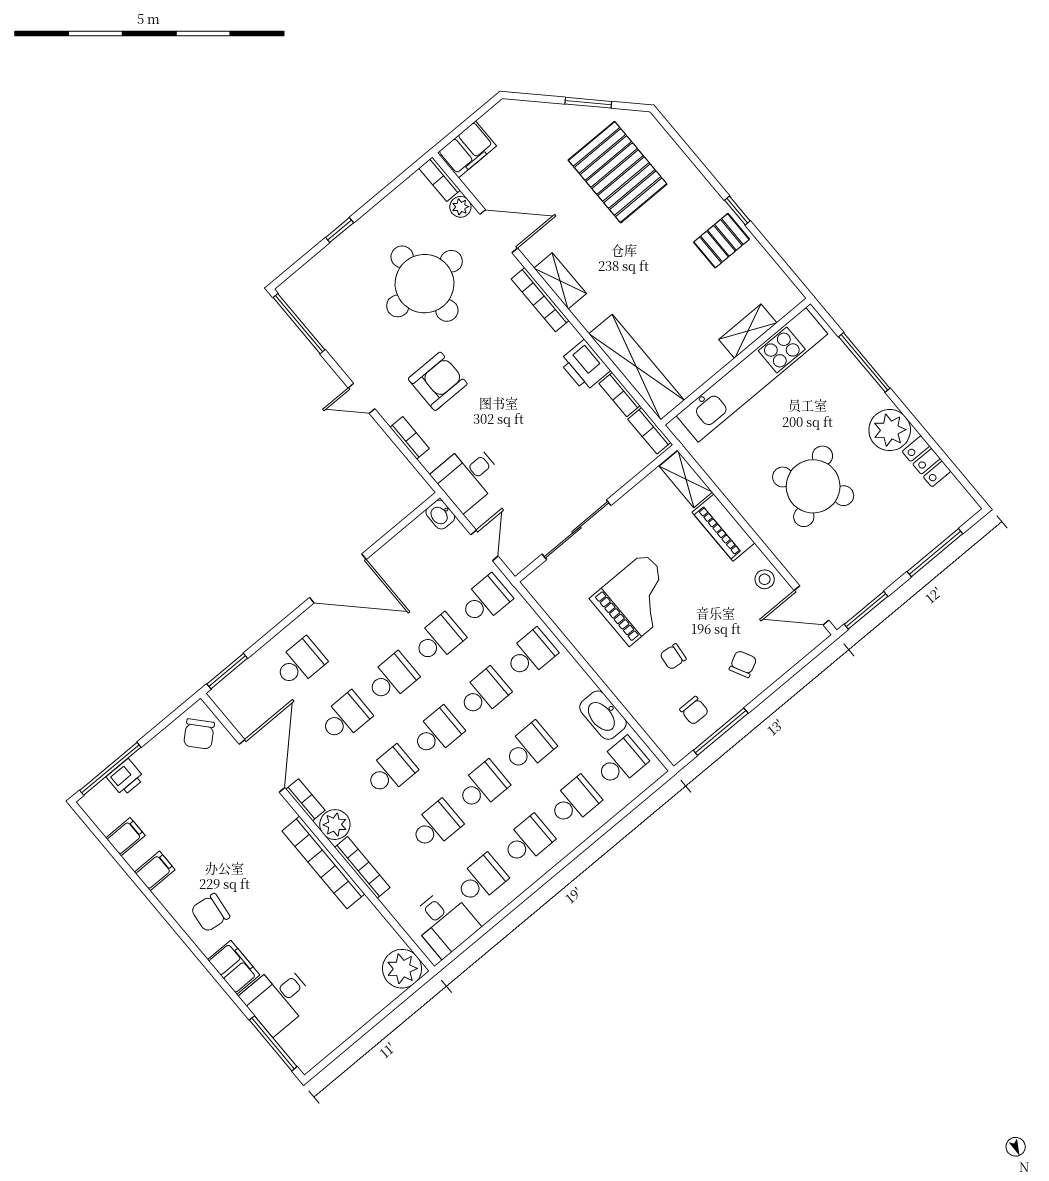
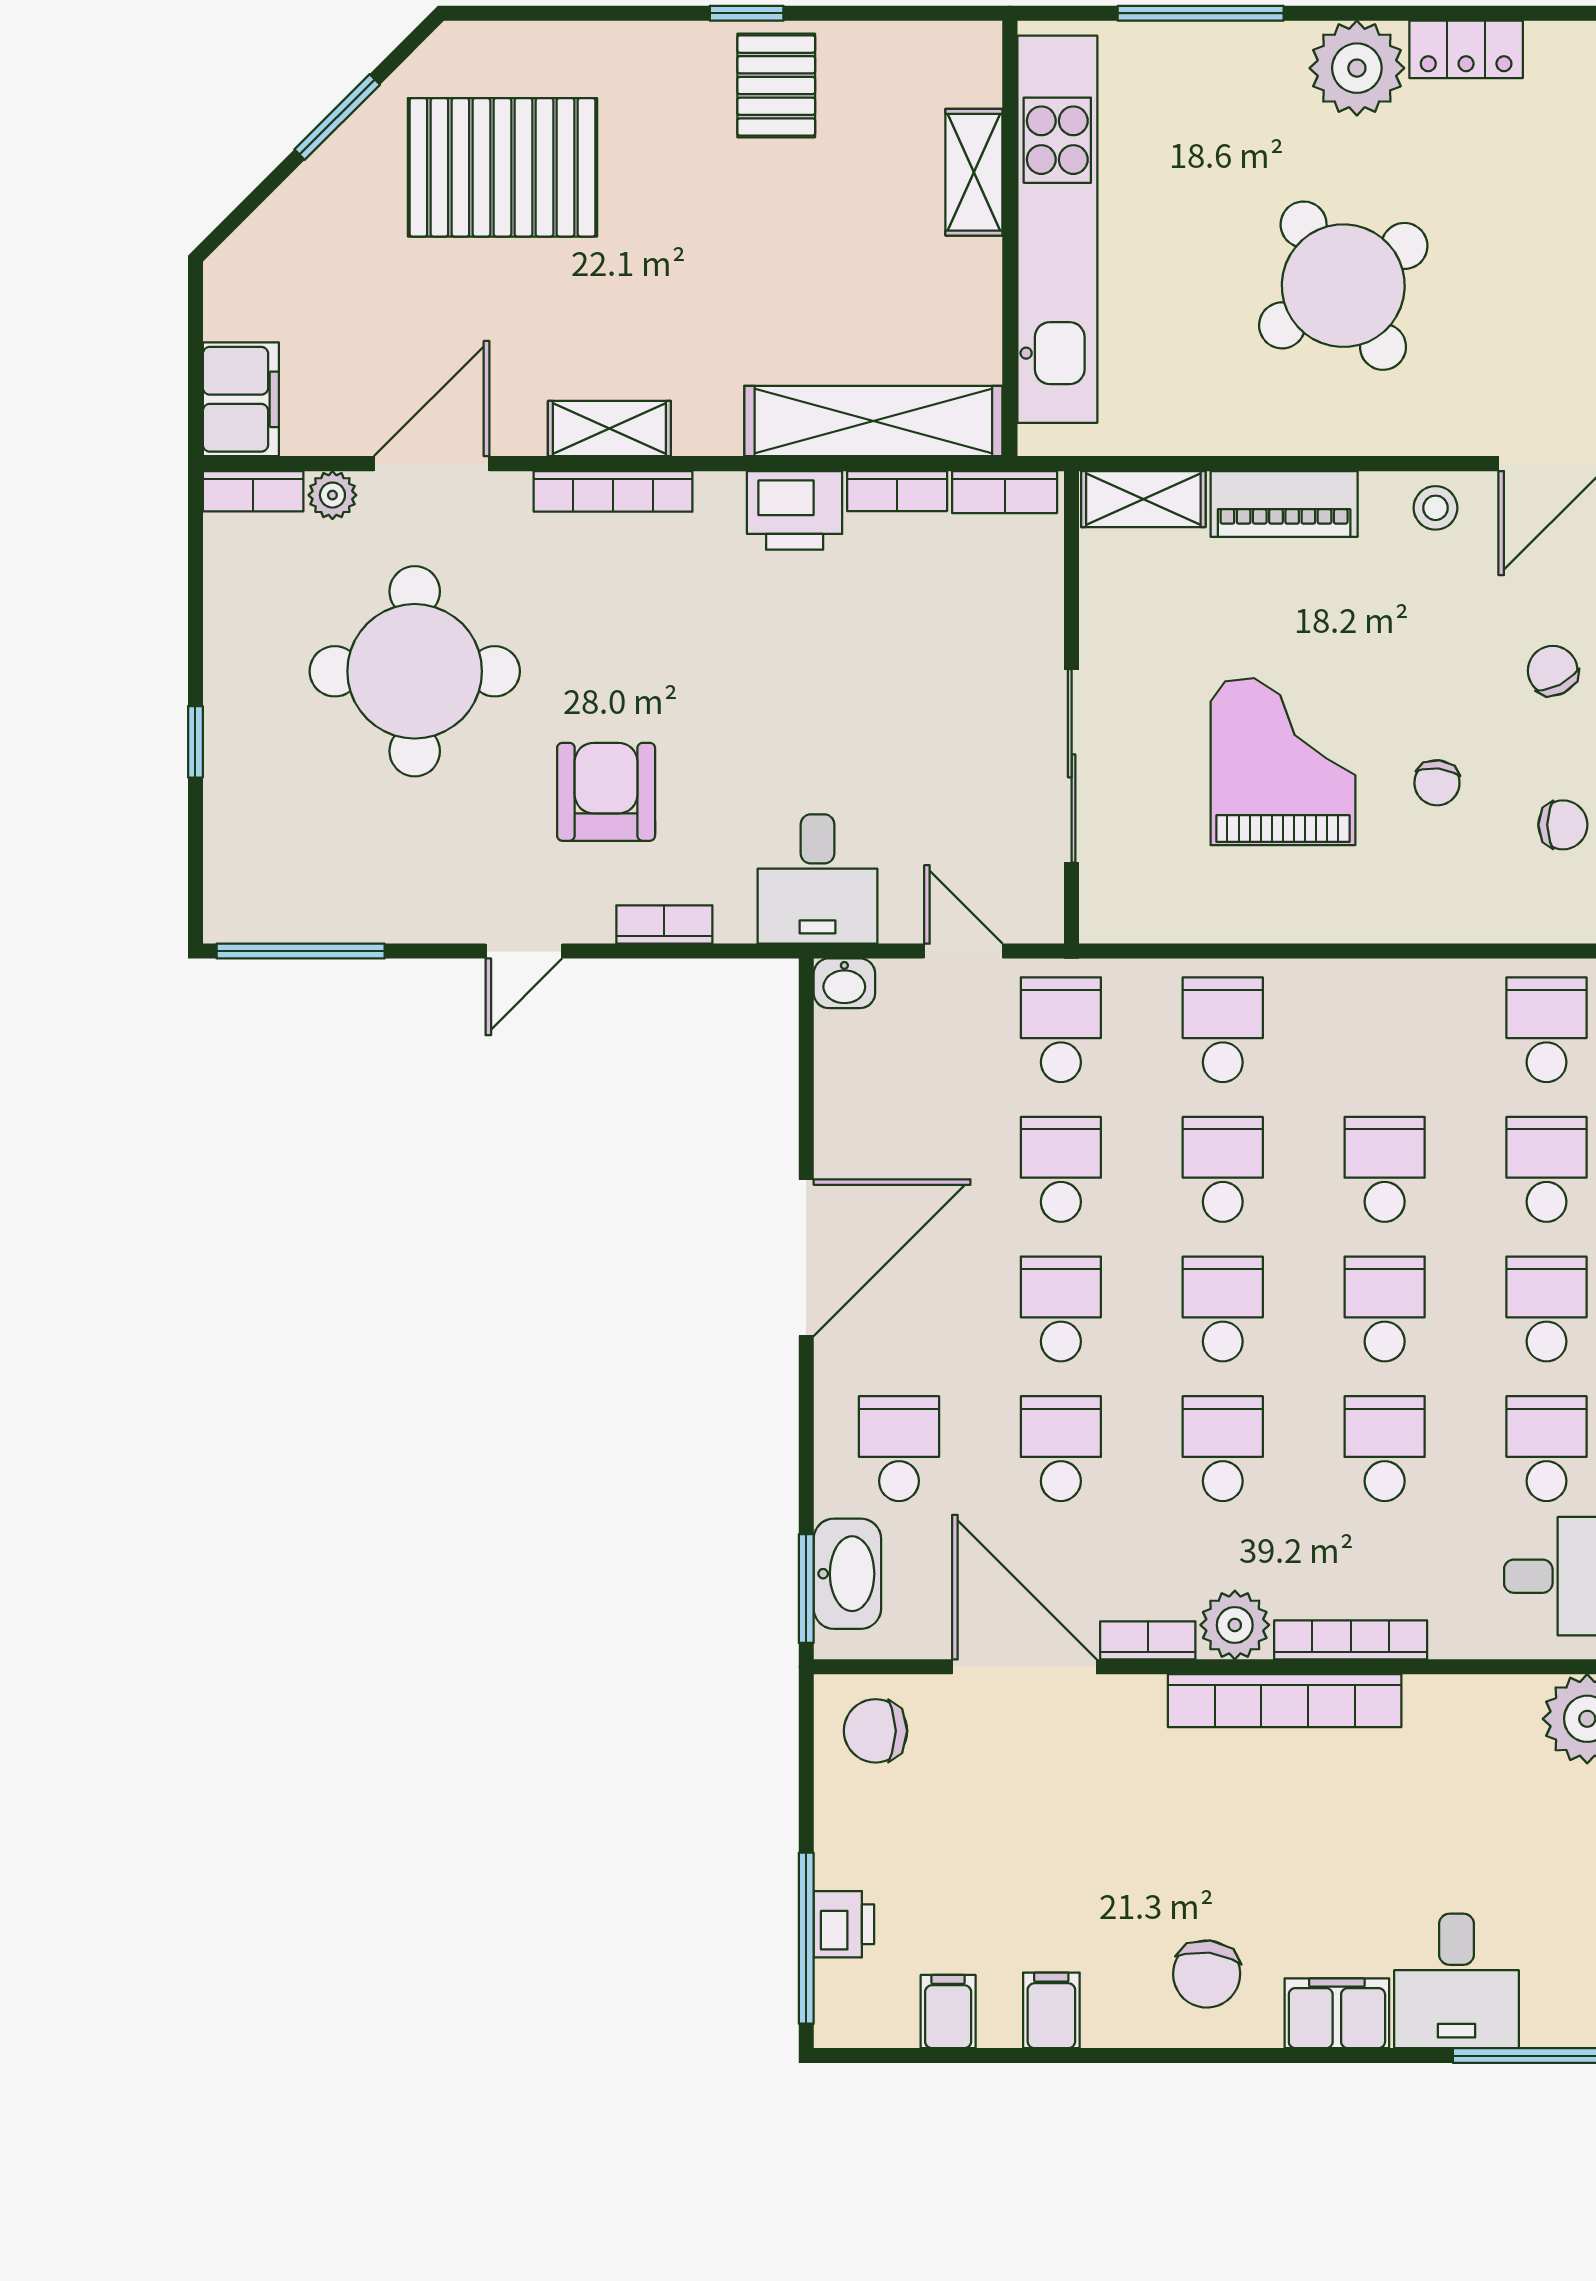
washbasin: (603, 715) -> (847, 1574), moved, turned -90
chair: (199, 734) -> (876, 1731), turned 132

